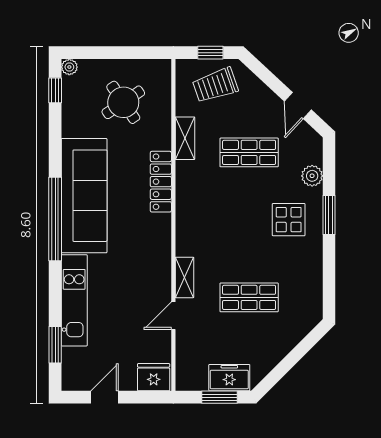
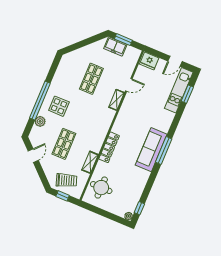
round table: (123, 102) -> (101, 188), moved, turned 34
shop shelf: (249, 152) -> (64, 144), turned 90
sofa: (84, 196) -> (151, 150), width x0.74, depth x0.79
window: (329, 215) -> (40, 101), width x2.11
window: (55, 219) -> (164, 150), width x0.68
shop shelf: (249, 297) -> (91, 79), turned 90
kitchen unit: (74, 300) -> (179, 90), moved

